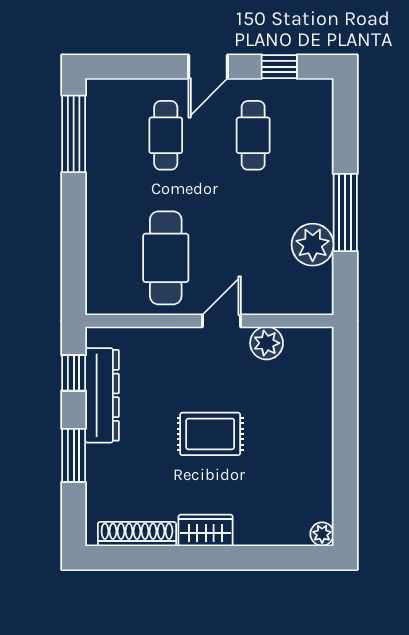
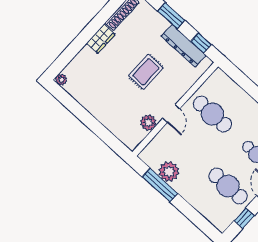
cafe table: (253, 135) -> (228, 186), width x1.37, depth x1.35
window: (345, 213) -> (160, 185), moved
rug: (210, 434) -> (146, 72), moved

